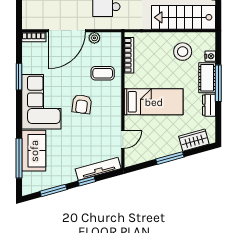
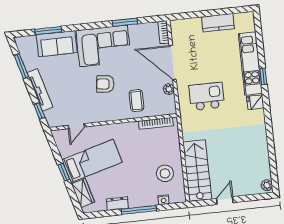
cot: (207, 78) -> (143, 199), removed
bed: (154, 102) -> (92, 161), moved, turned -106
door: (123, 139) -> (76, 126), hinge flipped
window: (19, 158) -> (48, 31), width x0.69
window: (170, 158) -> (64, 172), width x0.67
tv unit: (98, 169) -> (40, 90), moved
window: (87, 181) -> (39, 111), moved

